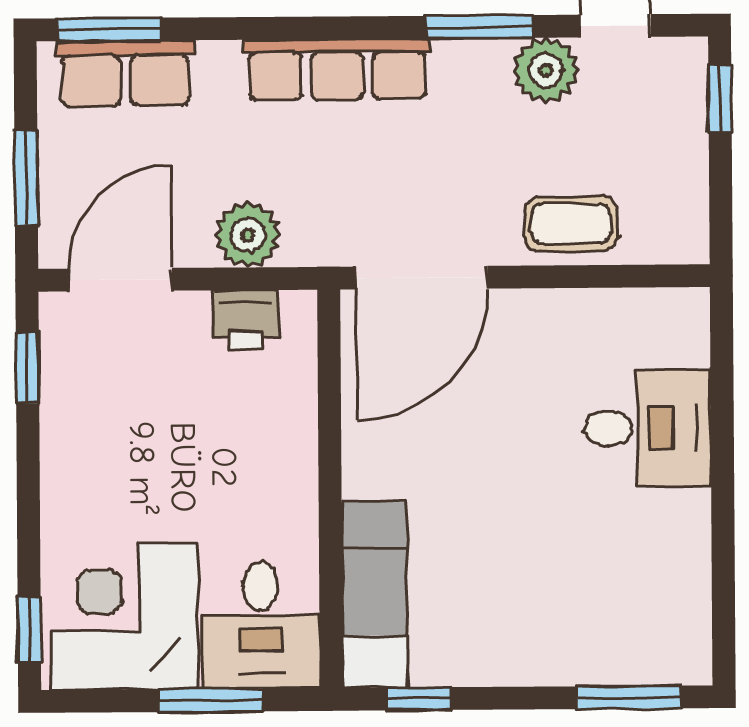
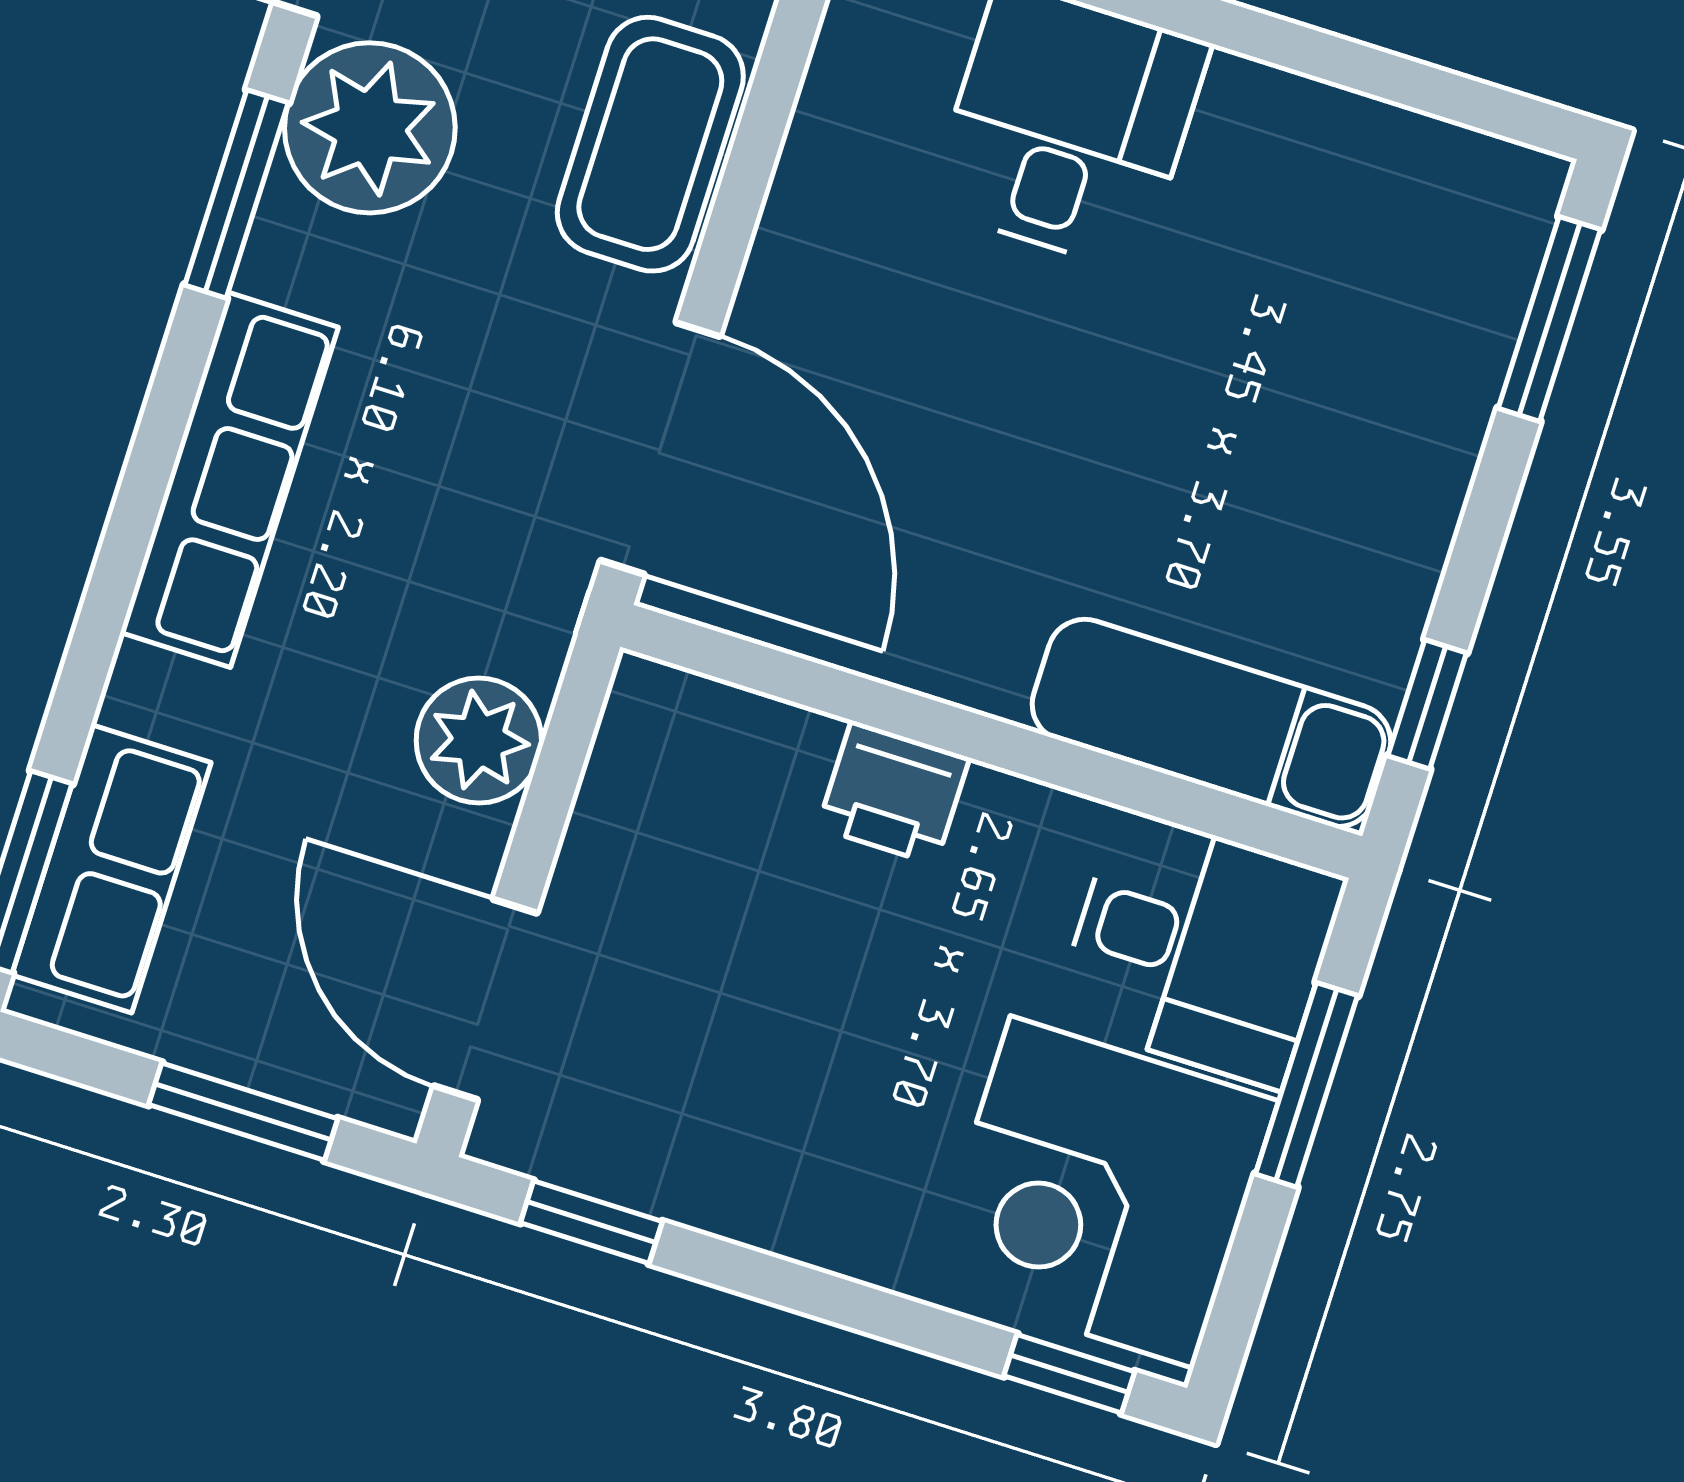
plant: (546, 70) -> (370, 128), width x1.36, depth x1.36
coffee table: (571, 224) -> (650, 144), width x1.36, depth x1.30
printer: (246, 320) -> (894, 793), moved, turned 90

